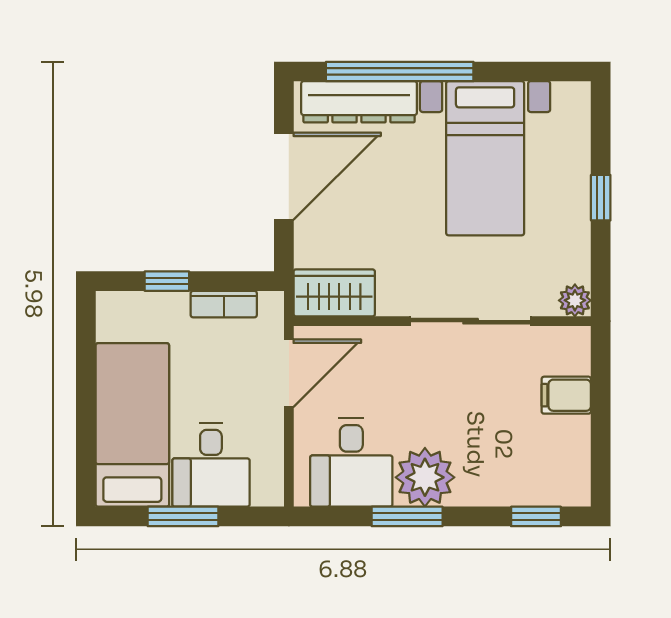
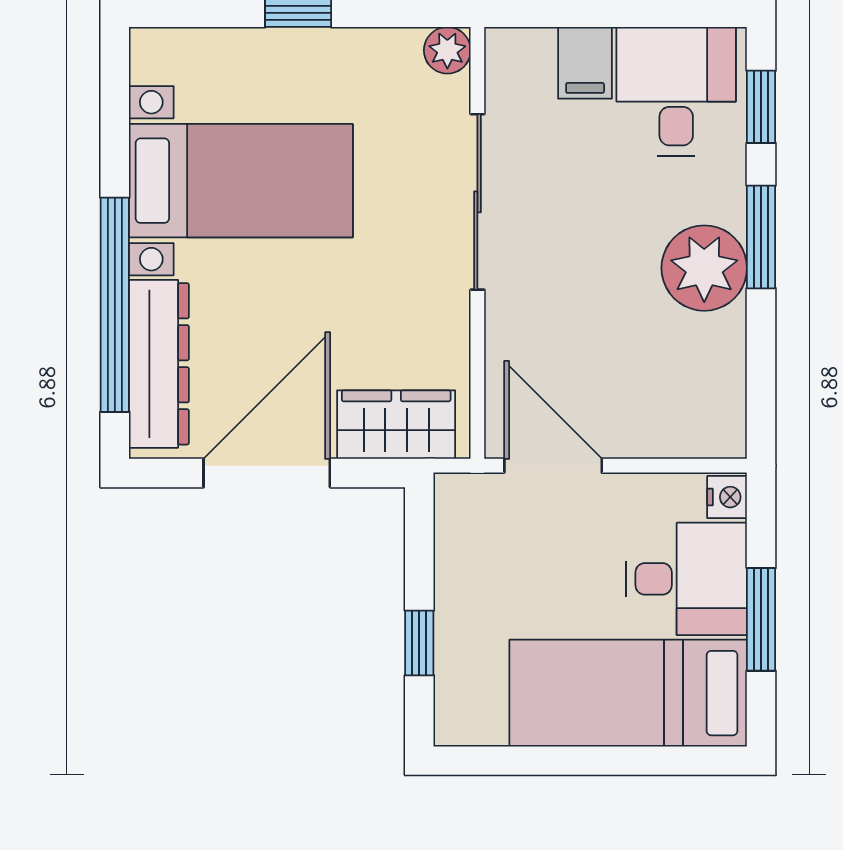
door: (284, 176) -> (267, 473), hinge flipped
wardrobe: (334, 293) -> (396, 425), moved, turned 90
bookcase: (224, 304) -> (453, 560), removed
desk: (351, 462) -> (676, 91), moved, turned -90
nightstand: (267, 493) -> (727, 497), added
window: (407, 516) -> (761, 237), moved

